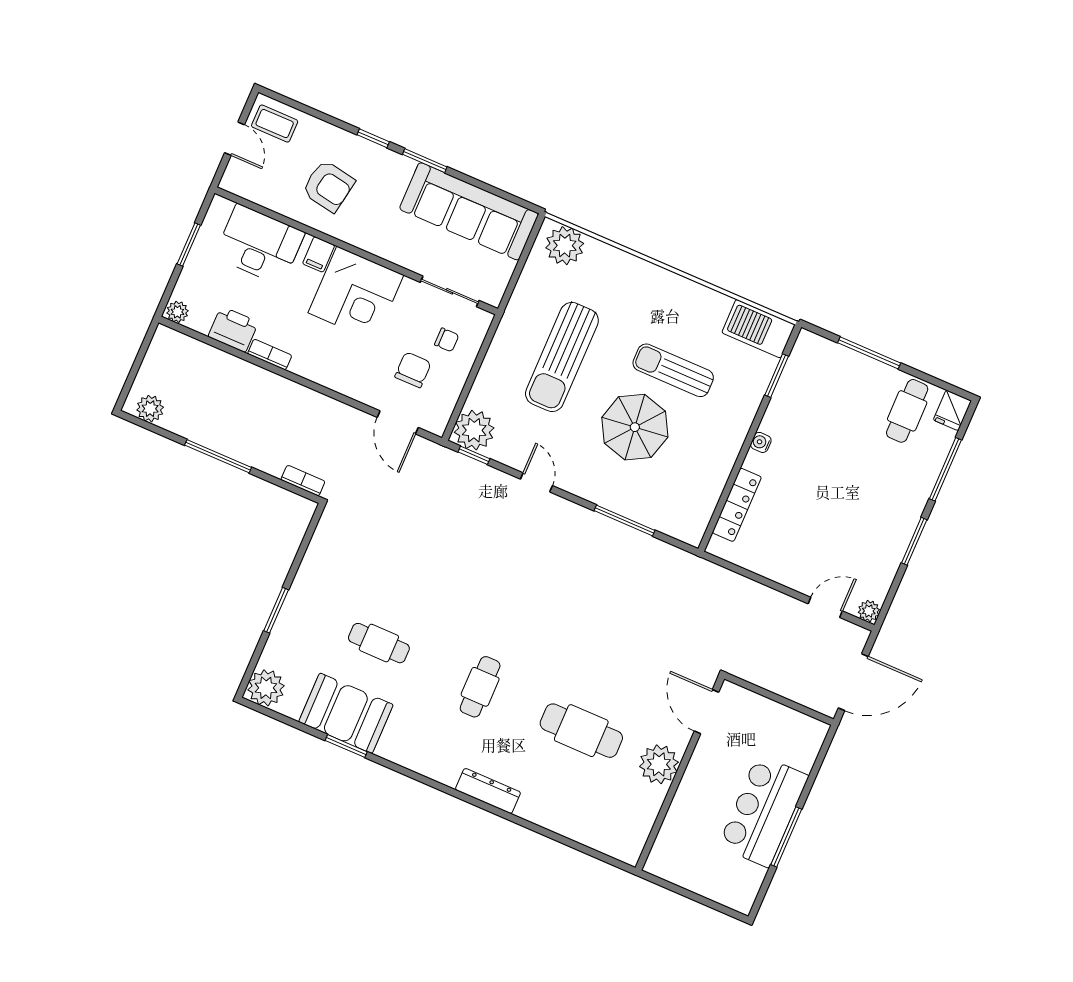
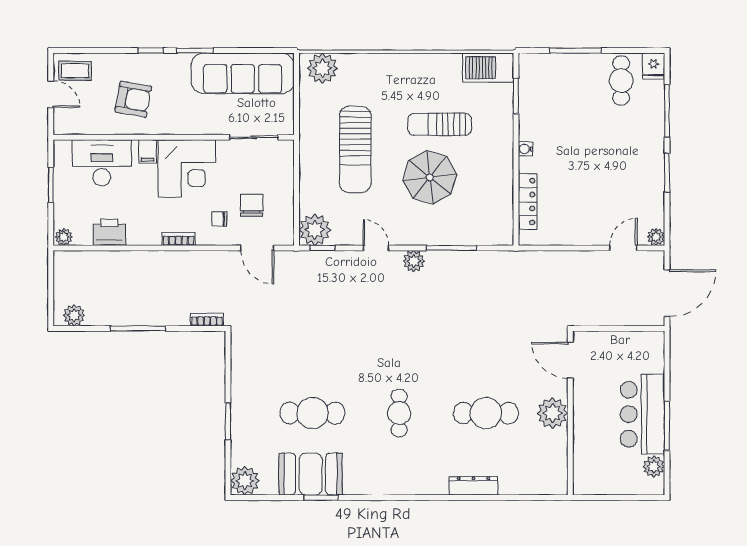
chair: (447, 340) -> (219, 219), moved, turned 180
bookcase: (270, 355) -> (179, 239), moved
plant: (574, 517) -> (414, 261), added
cafe table: (379, 643) -> (312, 413), width x1.37, depth x1.35
dresser: (488, 791) -> (473, 486), moved
plant: (750, 878) -> (654, 466), added

